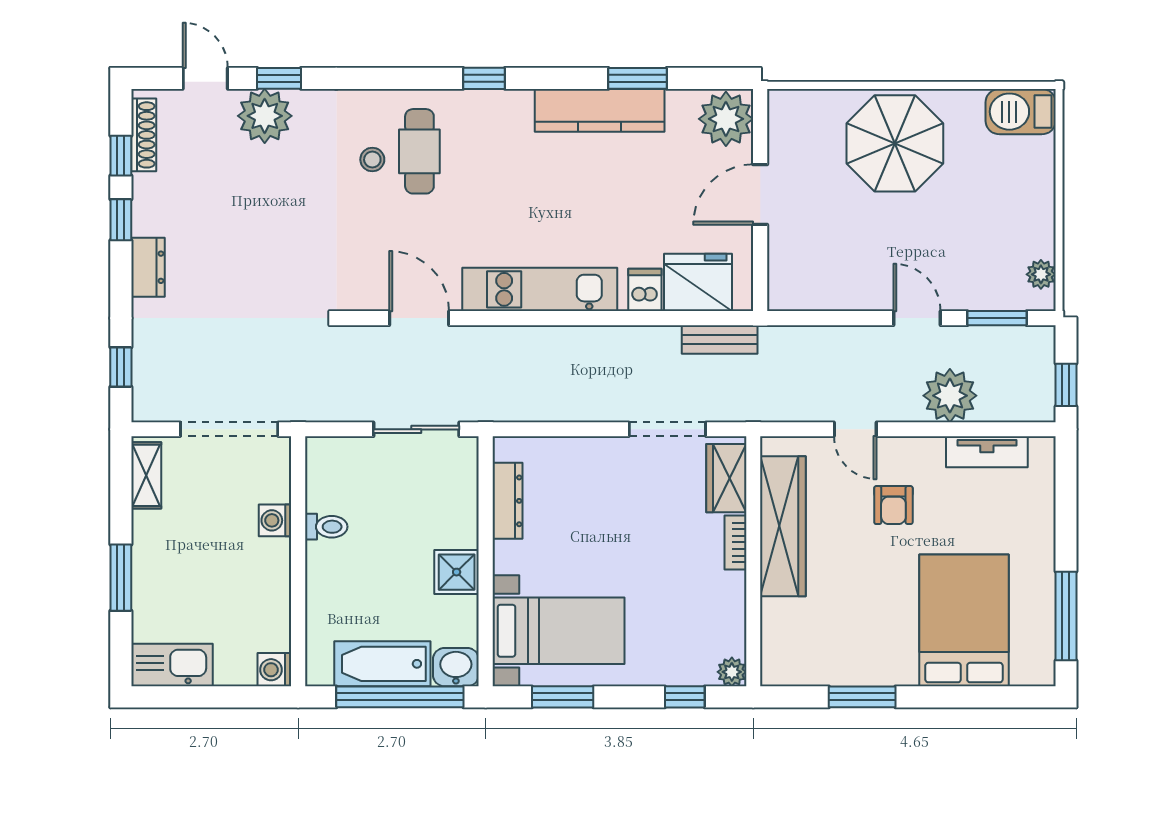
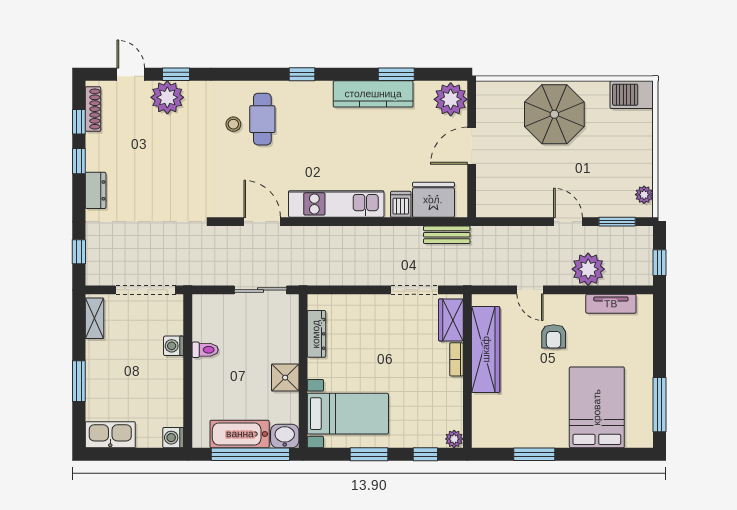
window: (563, 697) -> (369, 454), moved

